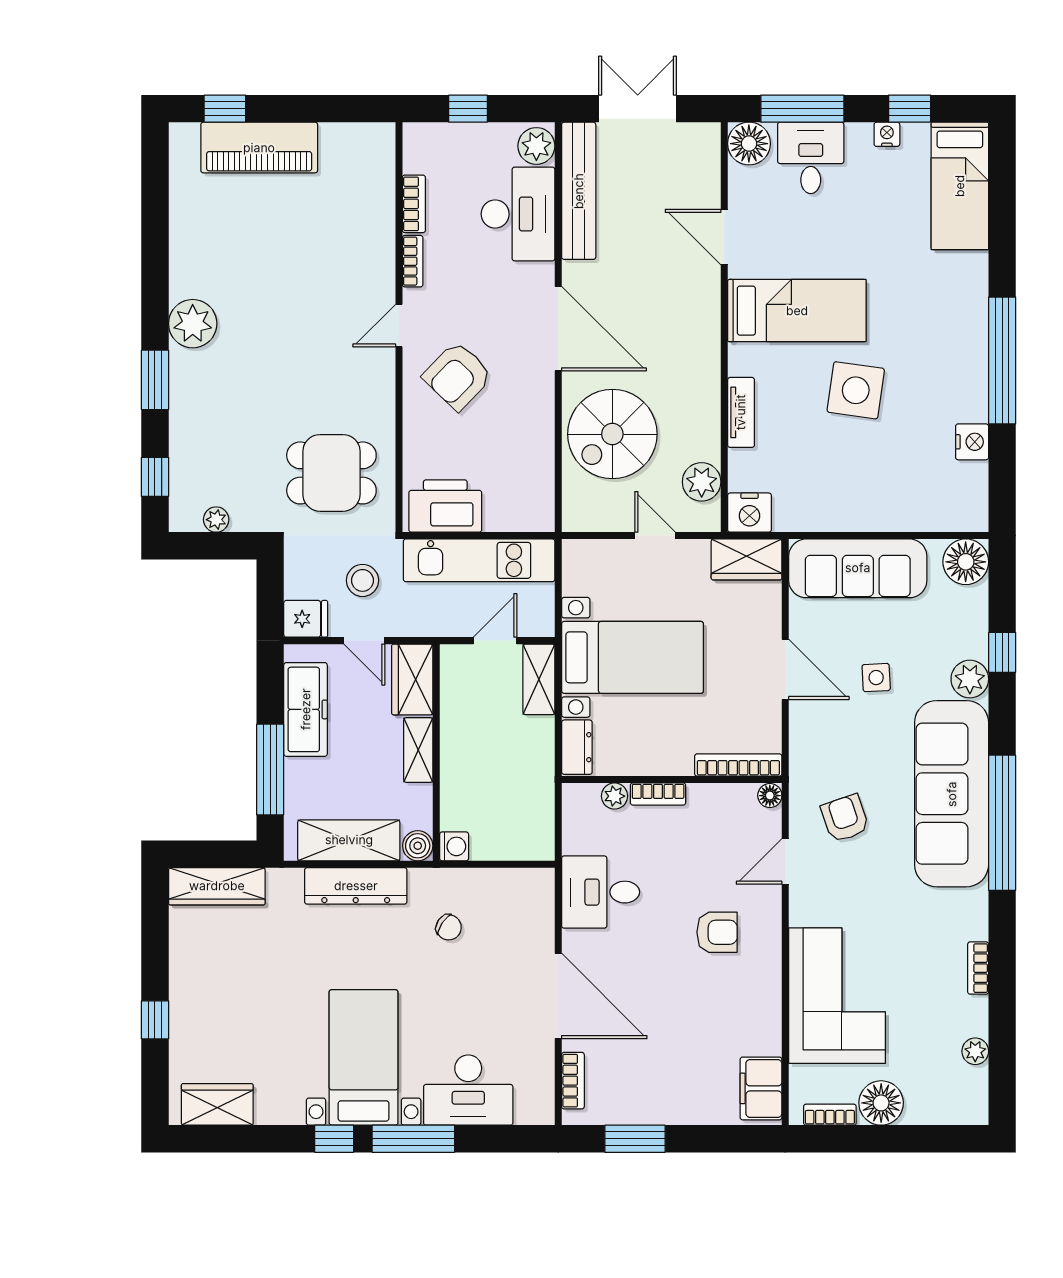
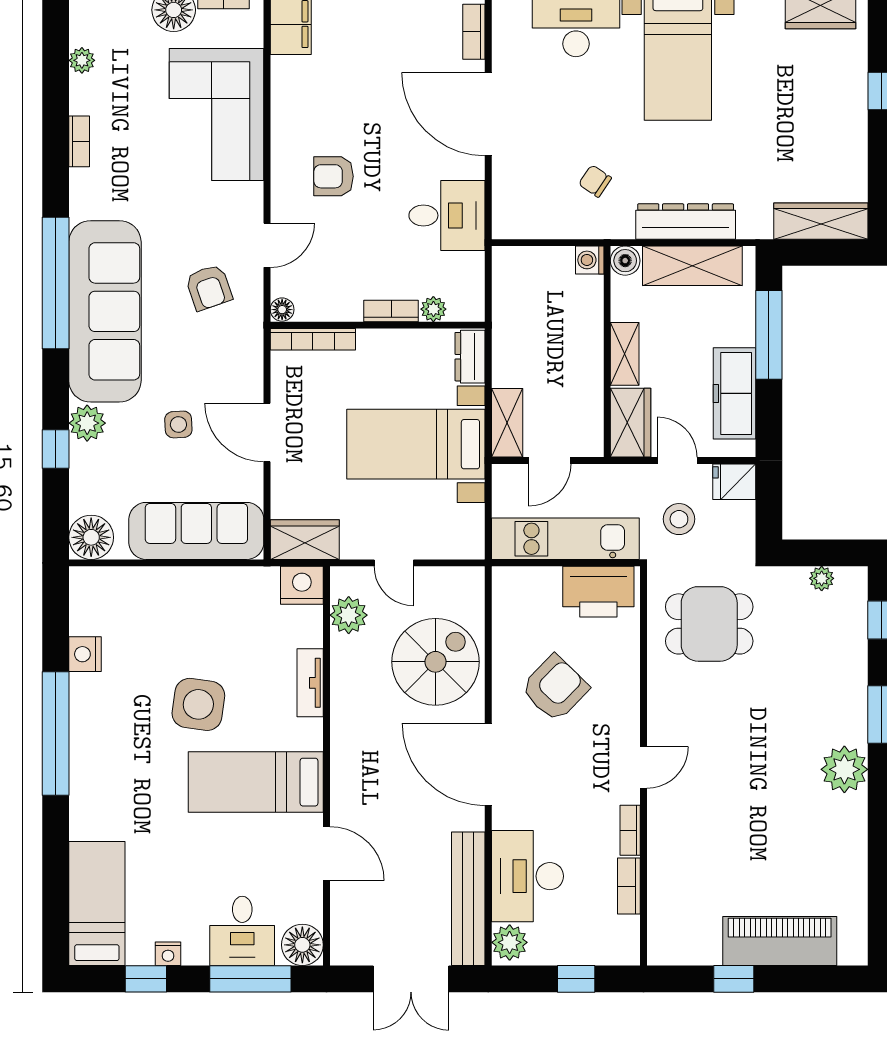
window: (225, 109) -> (734, 979), moved
armchair: (458, 376) -> (555, 688), moved

